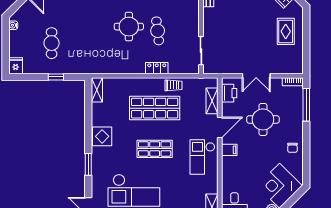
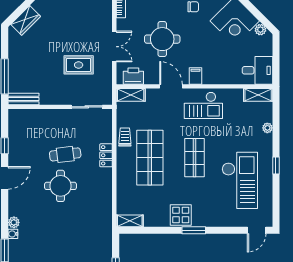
rug: (286, 31) -> (79, 65), moved
shelving: (212, 101) -> (131, 95), moved
window: (88, 164) -> (194, 230), moved

